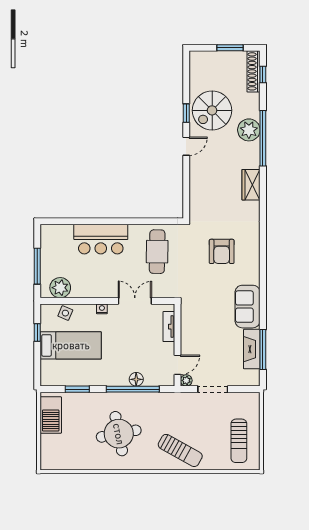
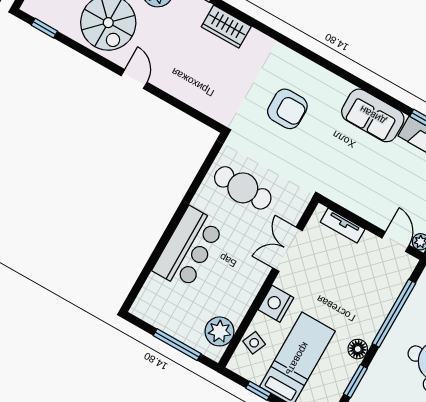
window: (186, 113) -> (44, 28), moved
nightstand: (102, 309) -> (276, 304), width x1.89, depth x1.79
floor lamp: (136, 379) -> (358, 349), moved

